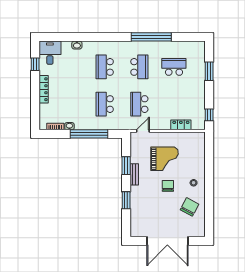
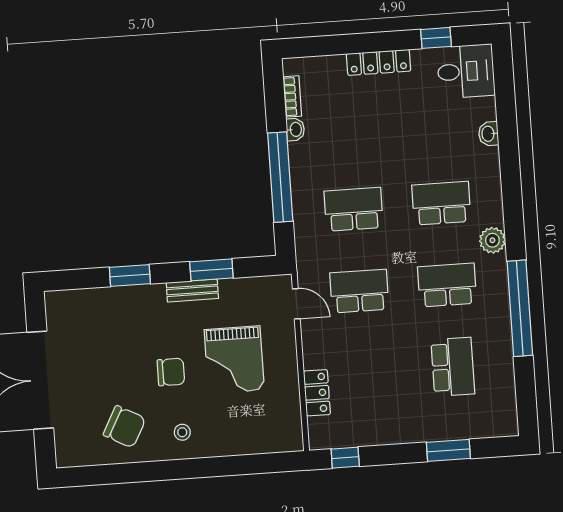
plant: (122, 47) -> (492, 240), added
school desk: (139, 67) -> (447, 285), turned 180

